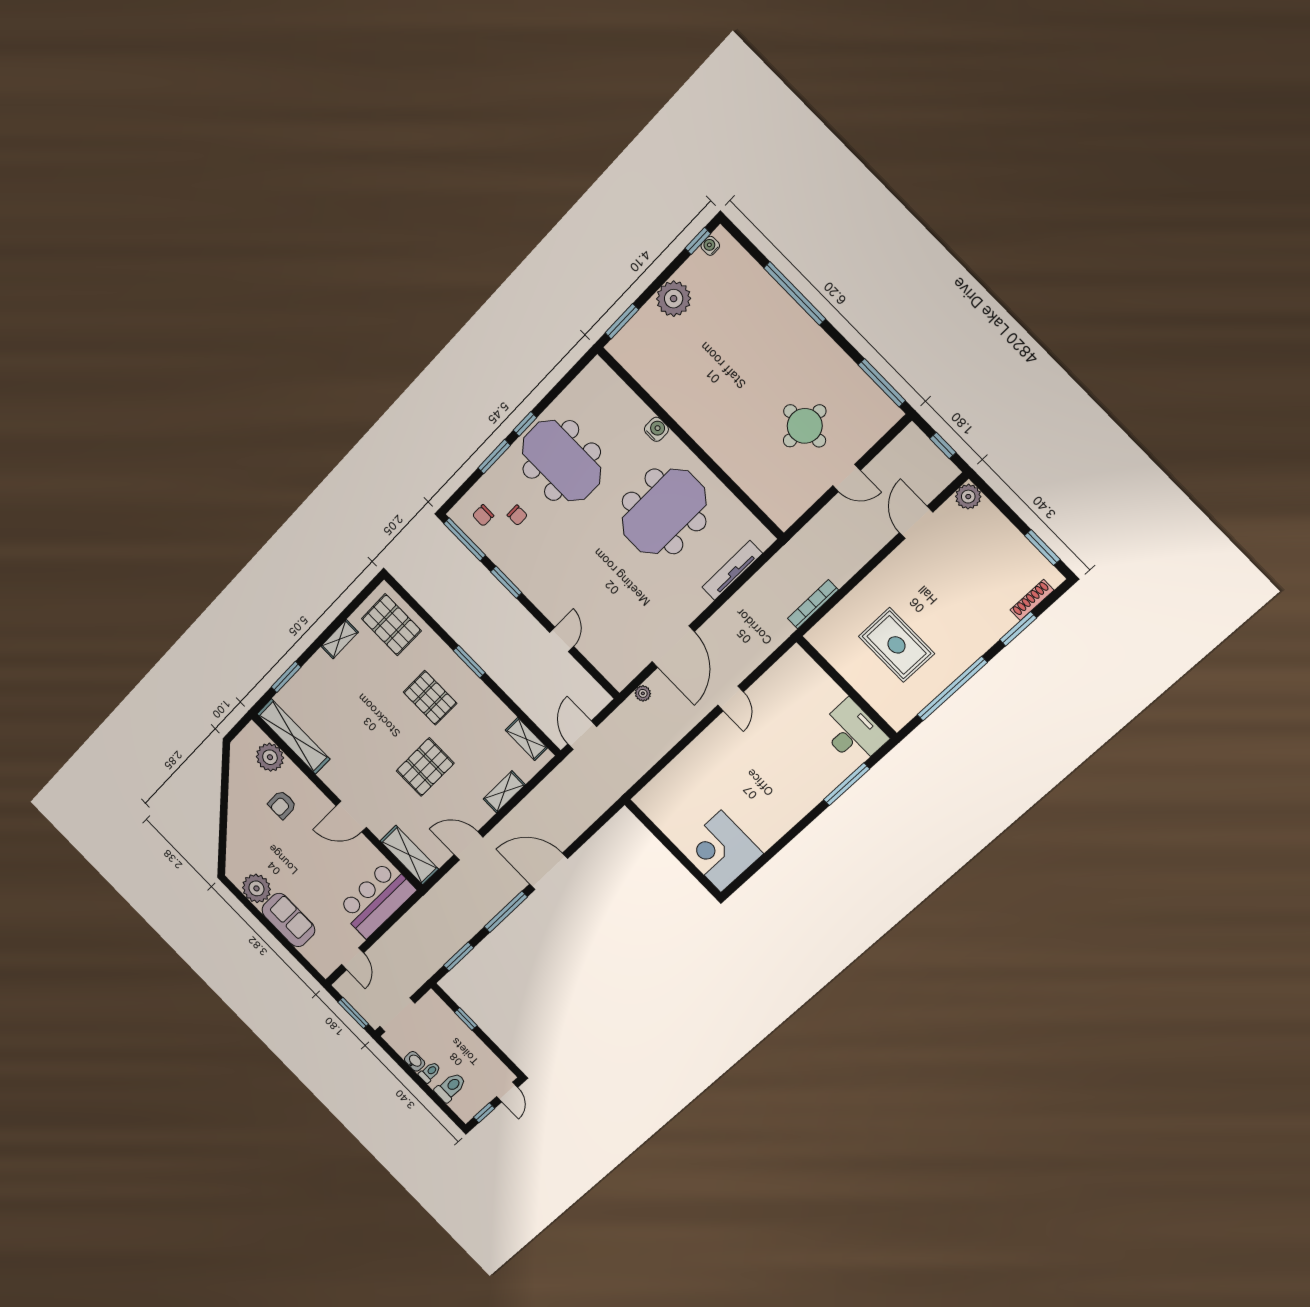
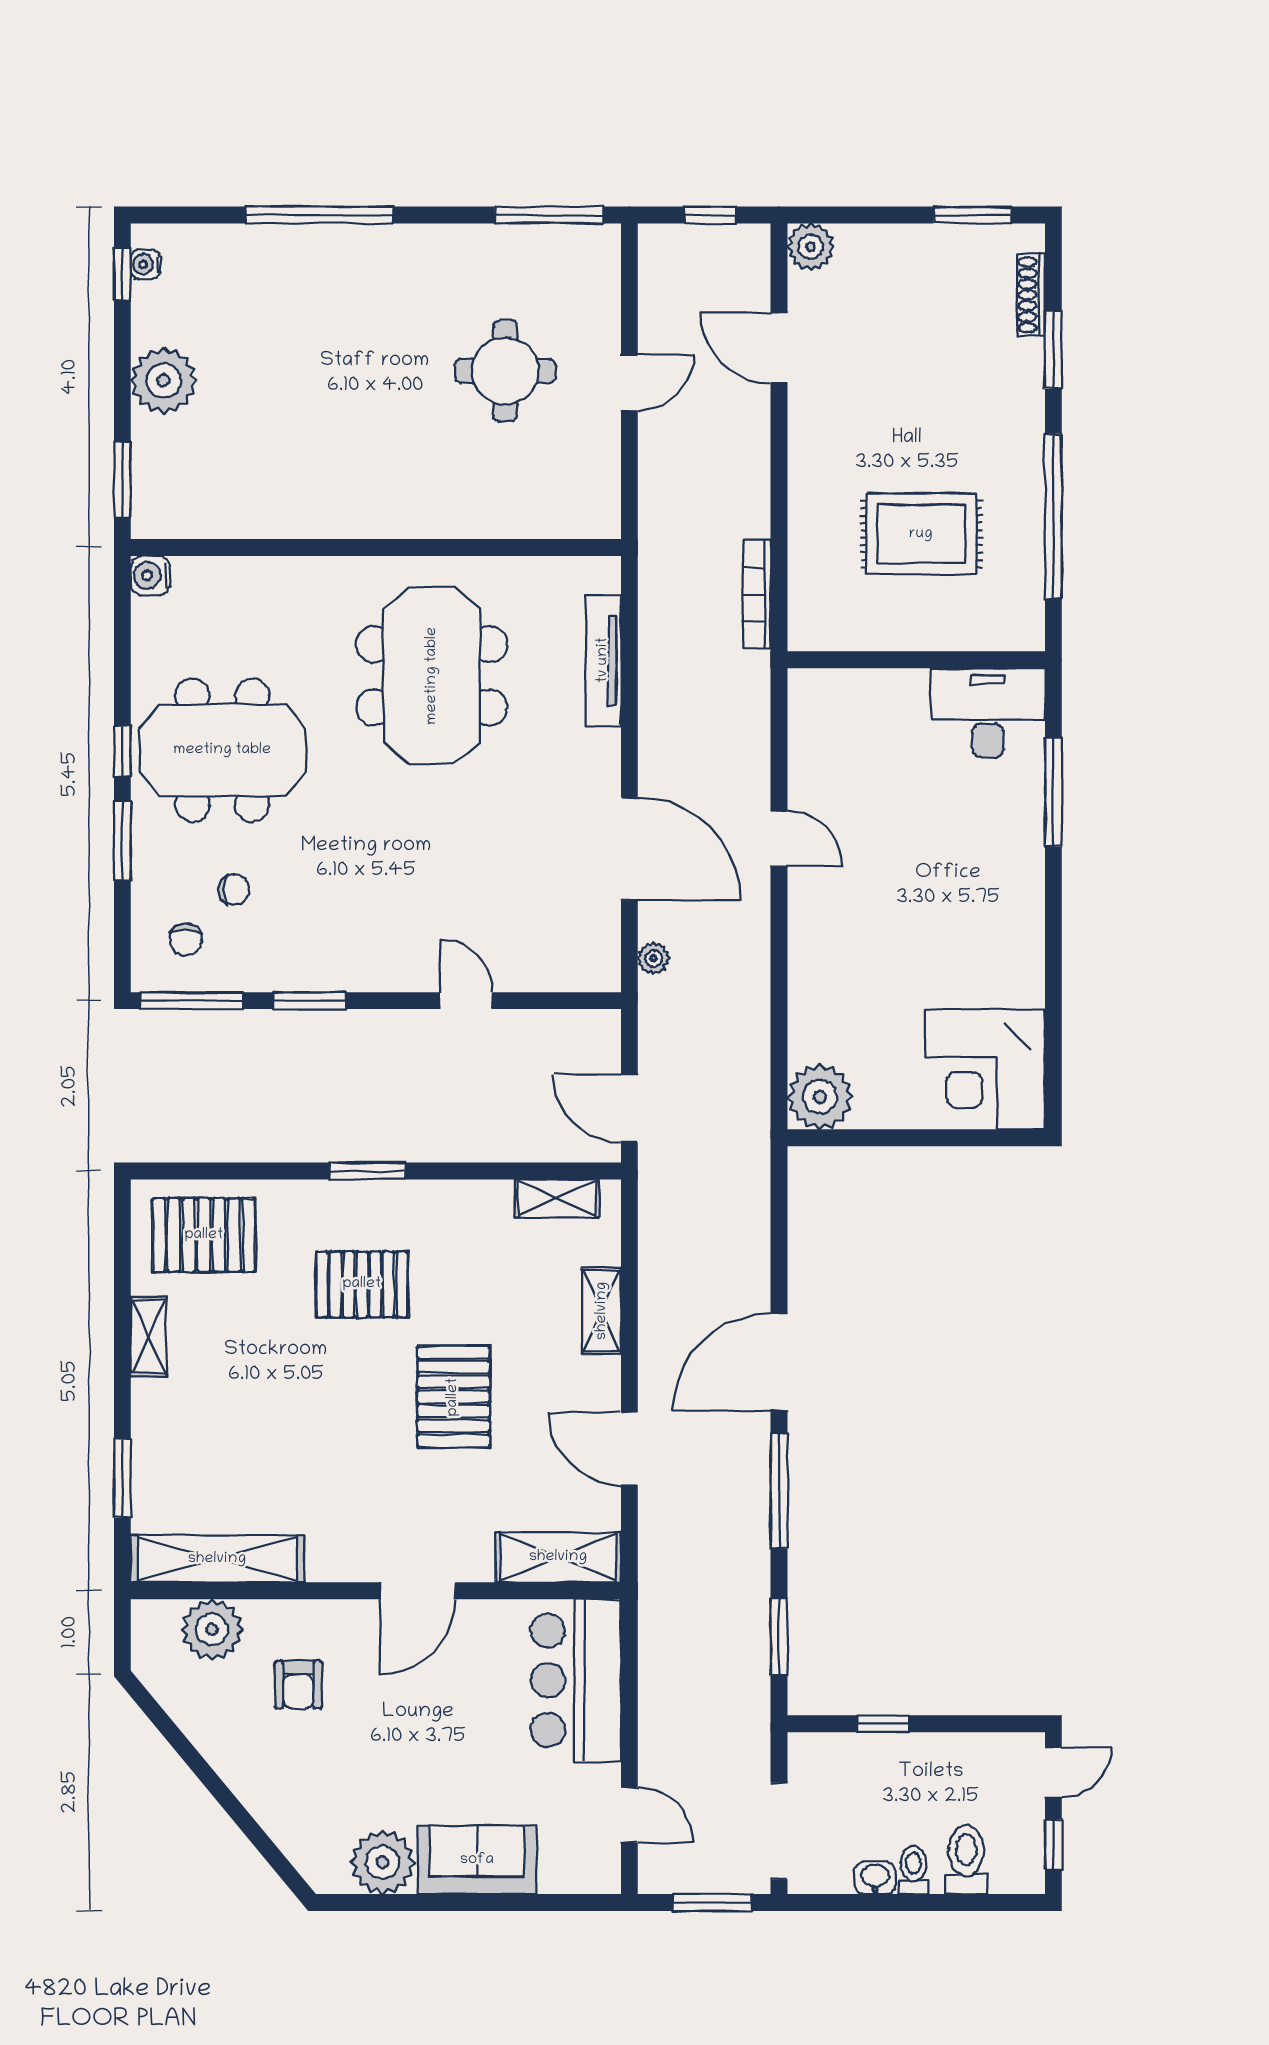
water cooler: (656, 429) -> (150, 575), moved, turned -90
plant: (653, 800) -> (820, 1097), added
door: (469, 846) -> (629, 1449), hinge flipped
door: (507, 1092) -> (1053, 1772), hinge flipped

